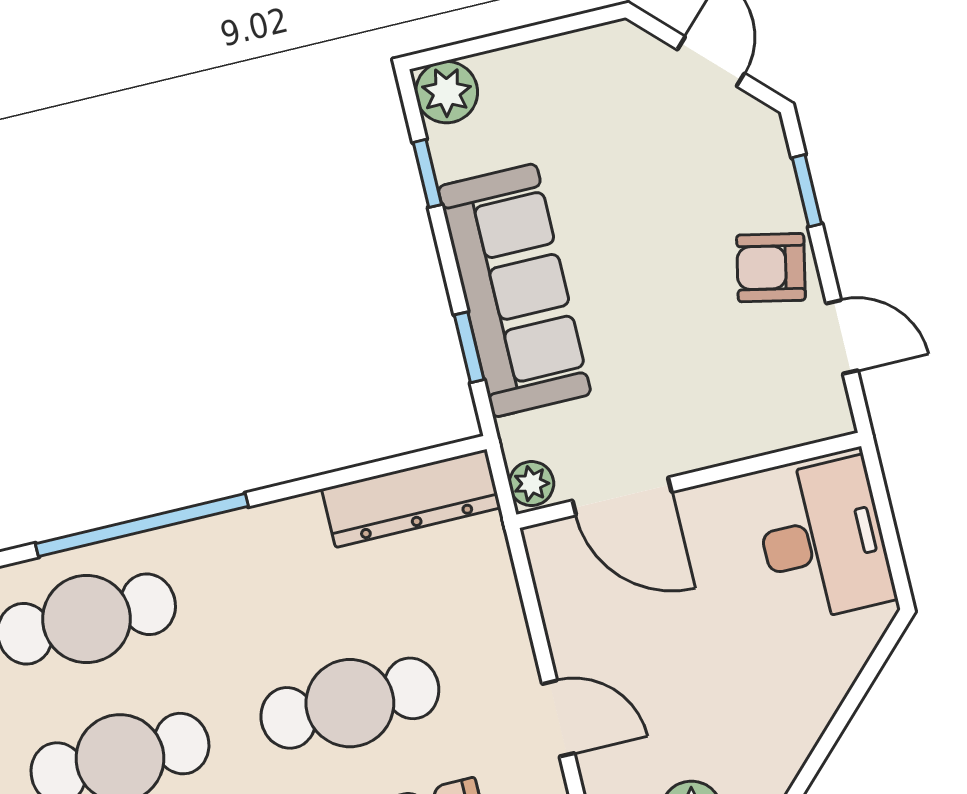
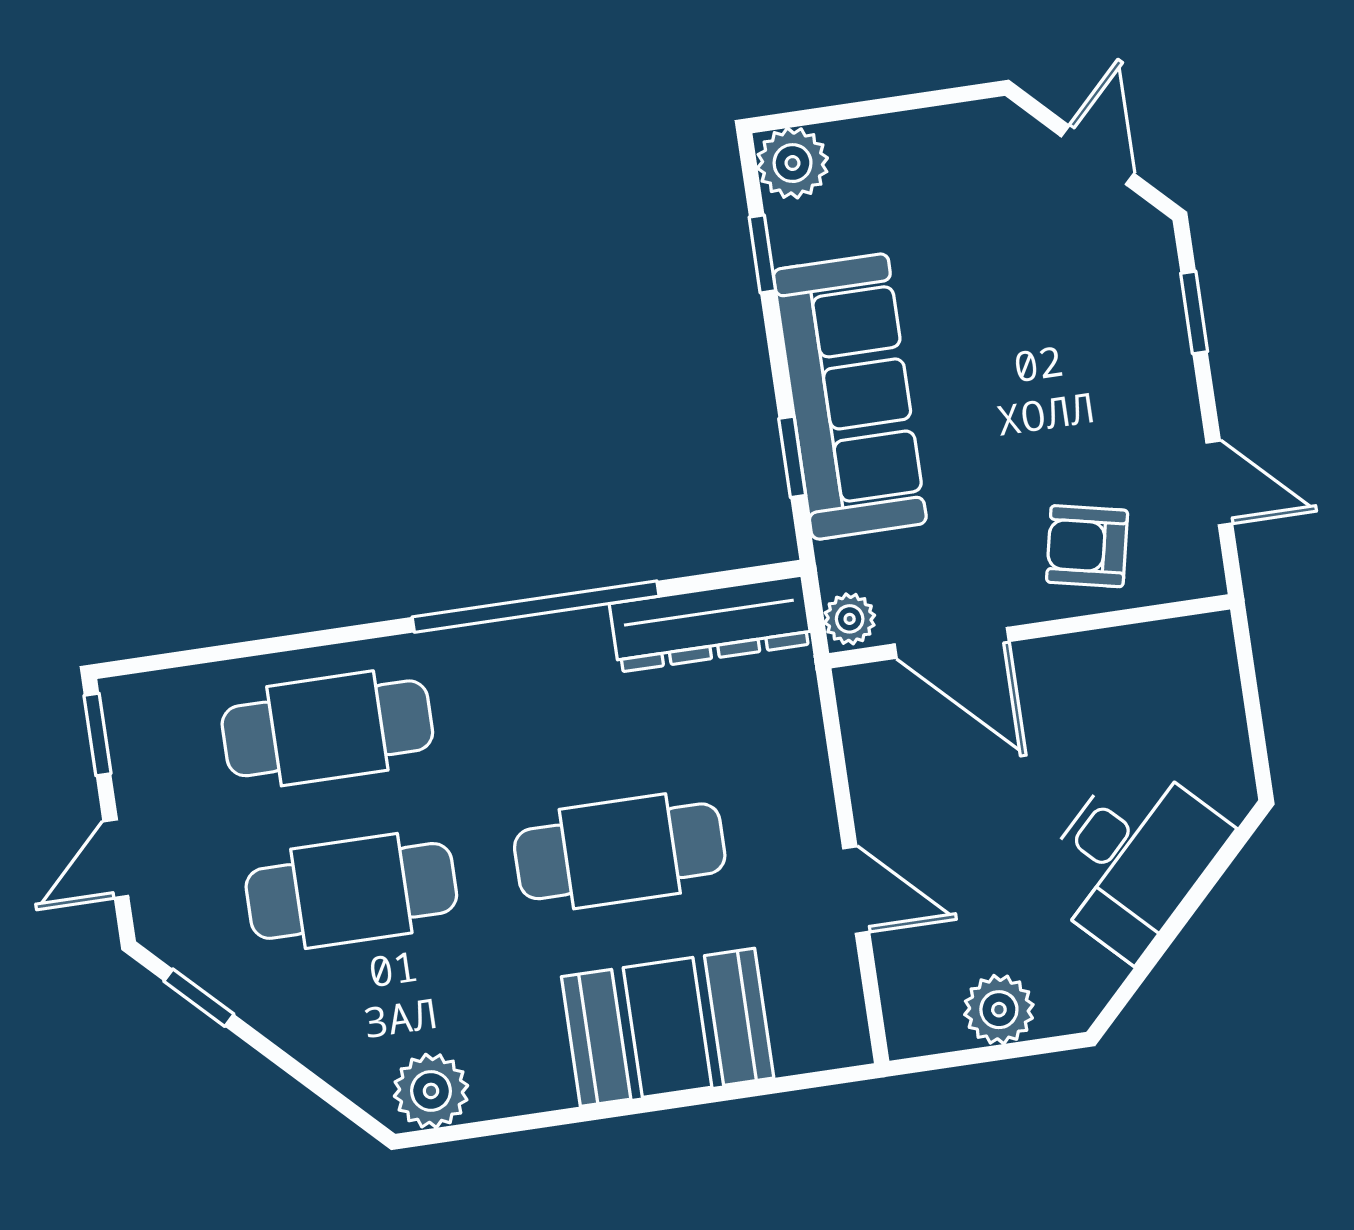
armchair: (771, 268) -> (1087, 546), moved
window: (142, 525) -> (536, 607), moved
desk: (823, 540) -> (1132, 857), moved, turned 45

